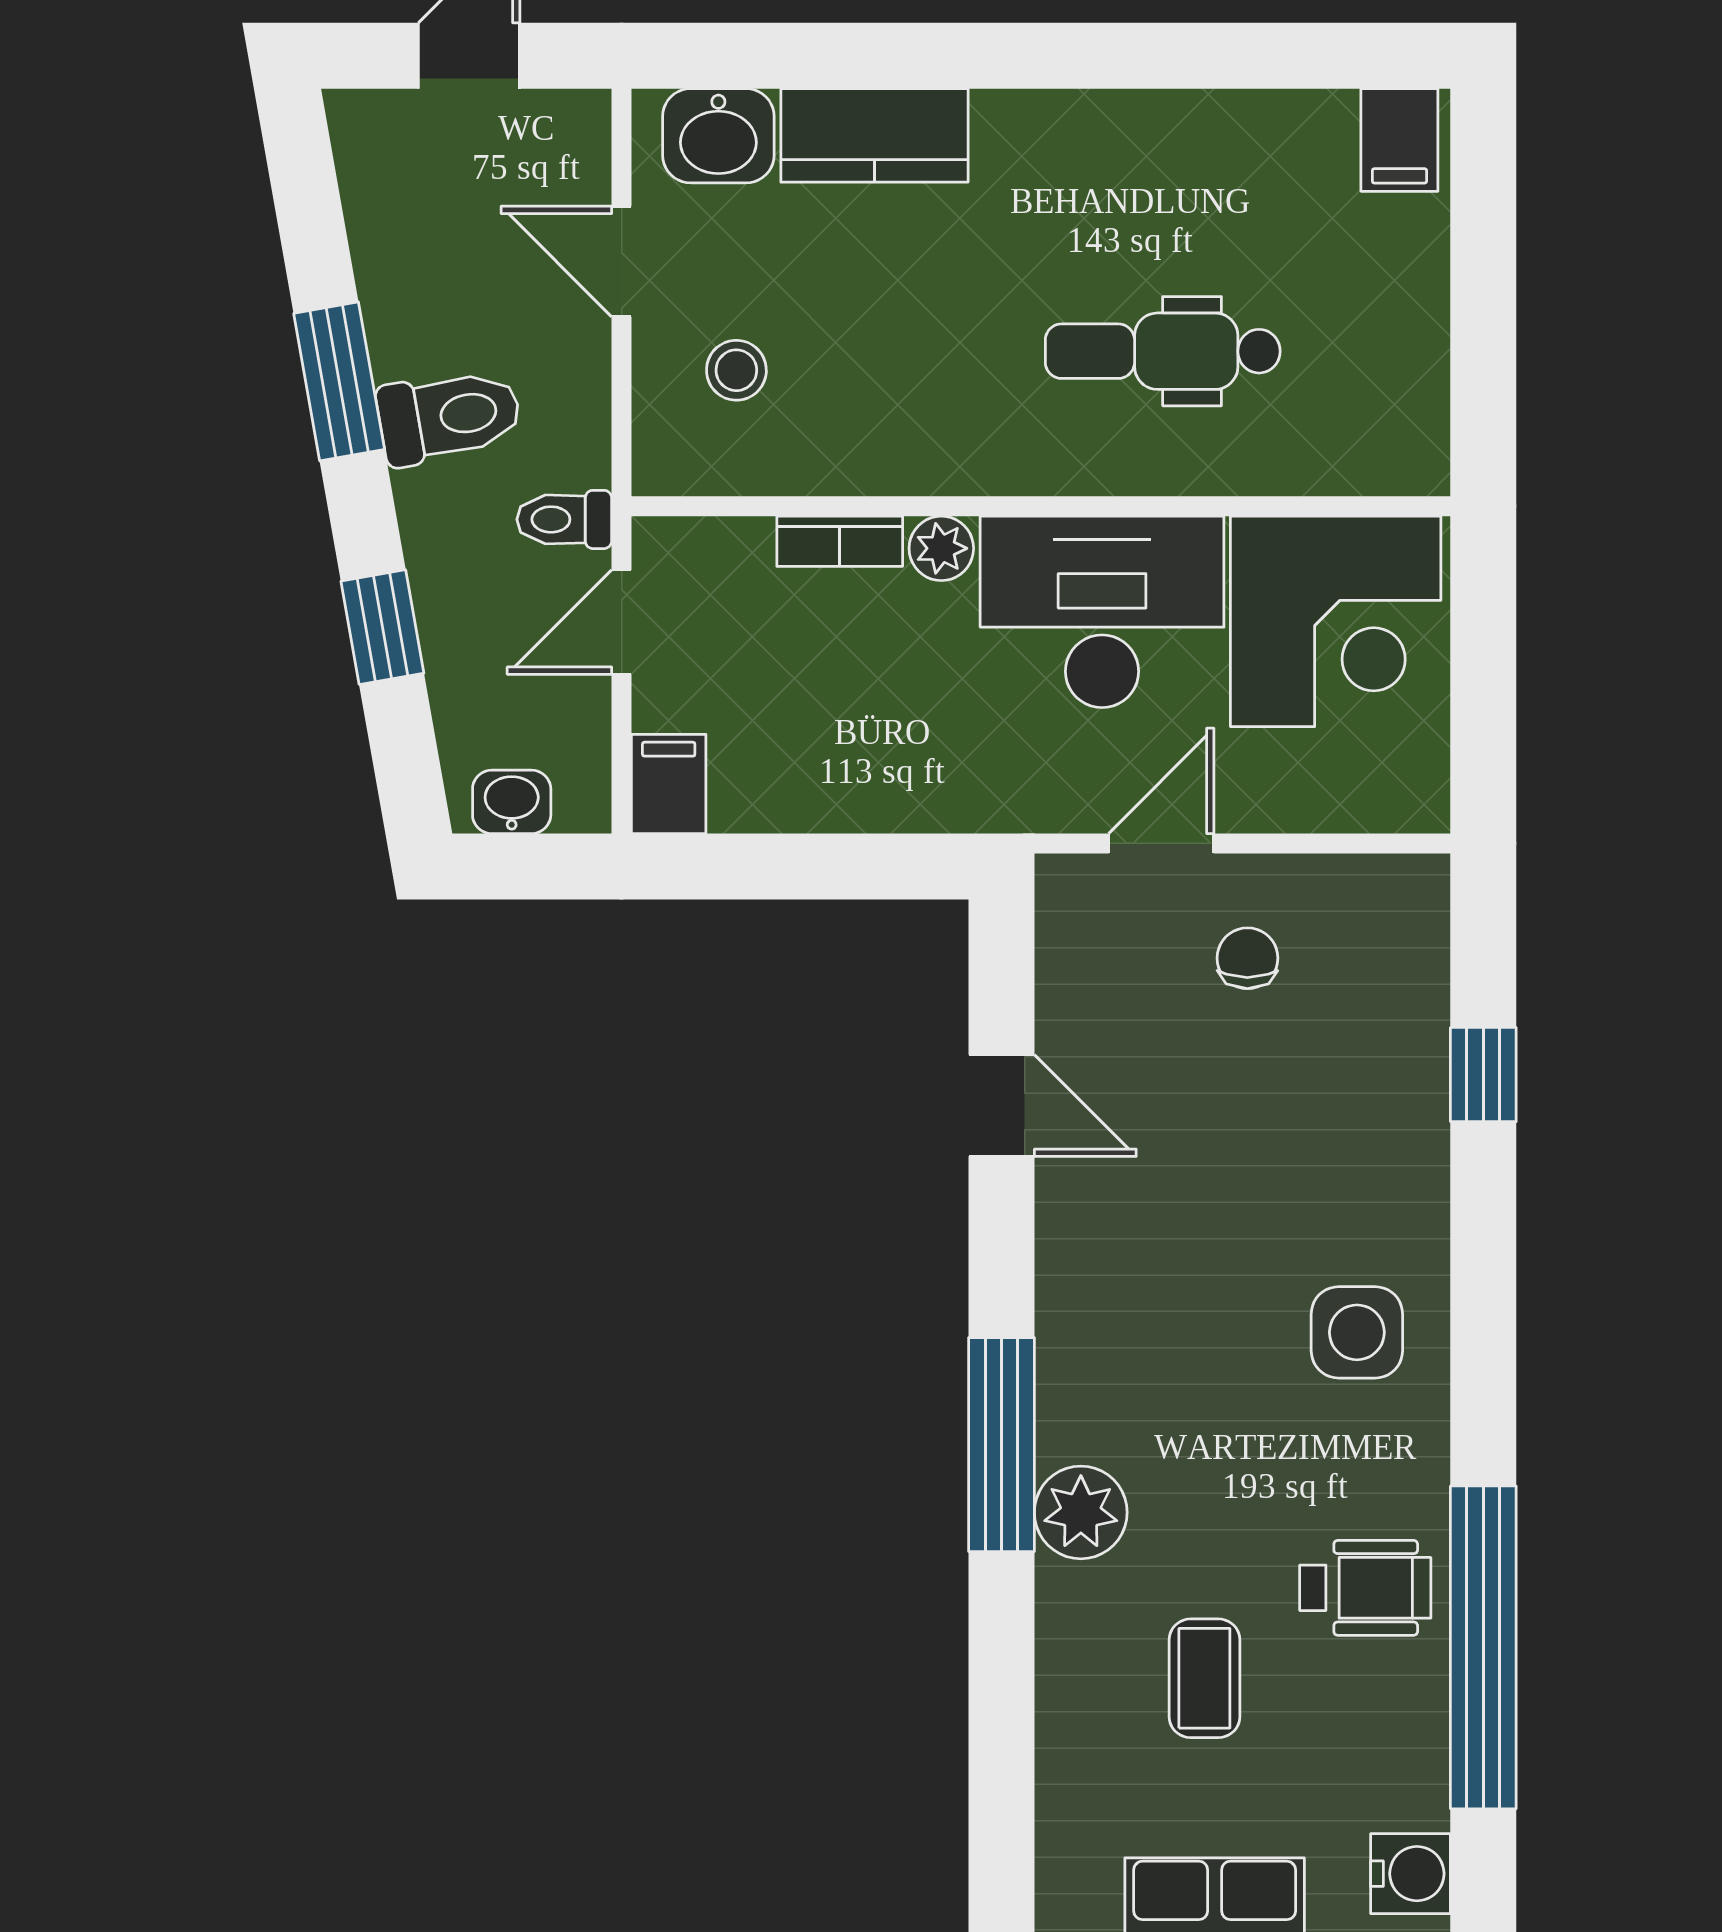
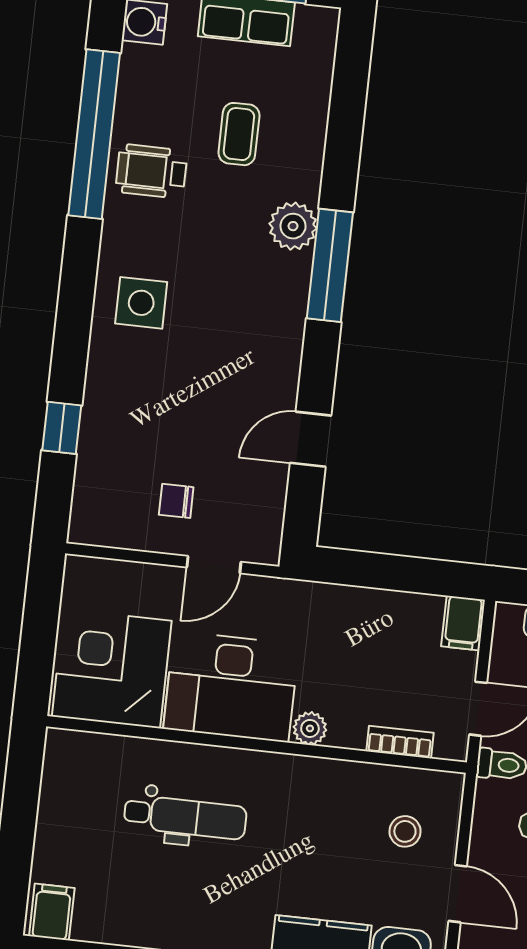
bookcase: (840, 541) -> (400, 742), moved
chair: (1247, 958) -> (176, 501), turned 90
door: (1001, 1106) -> (311, 439), hinge flipped

